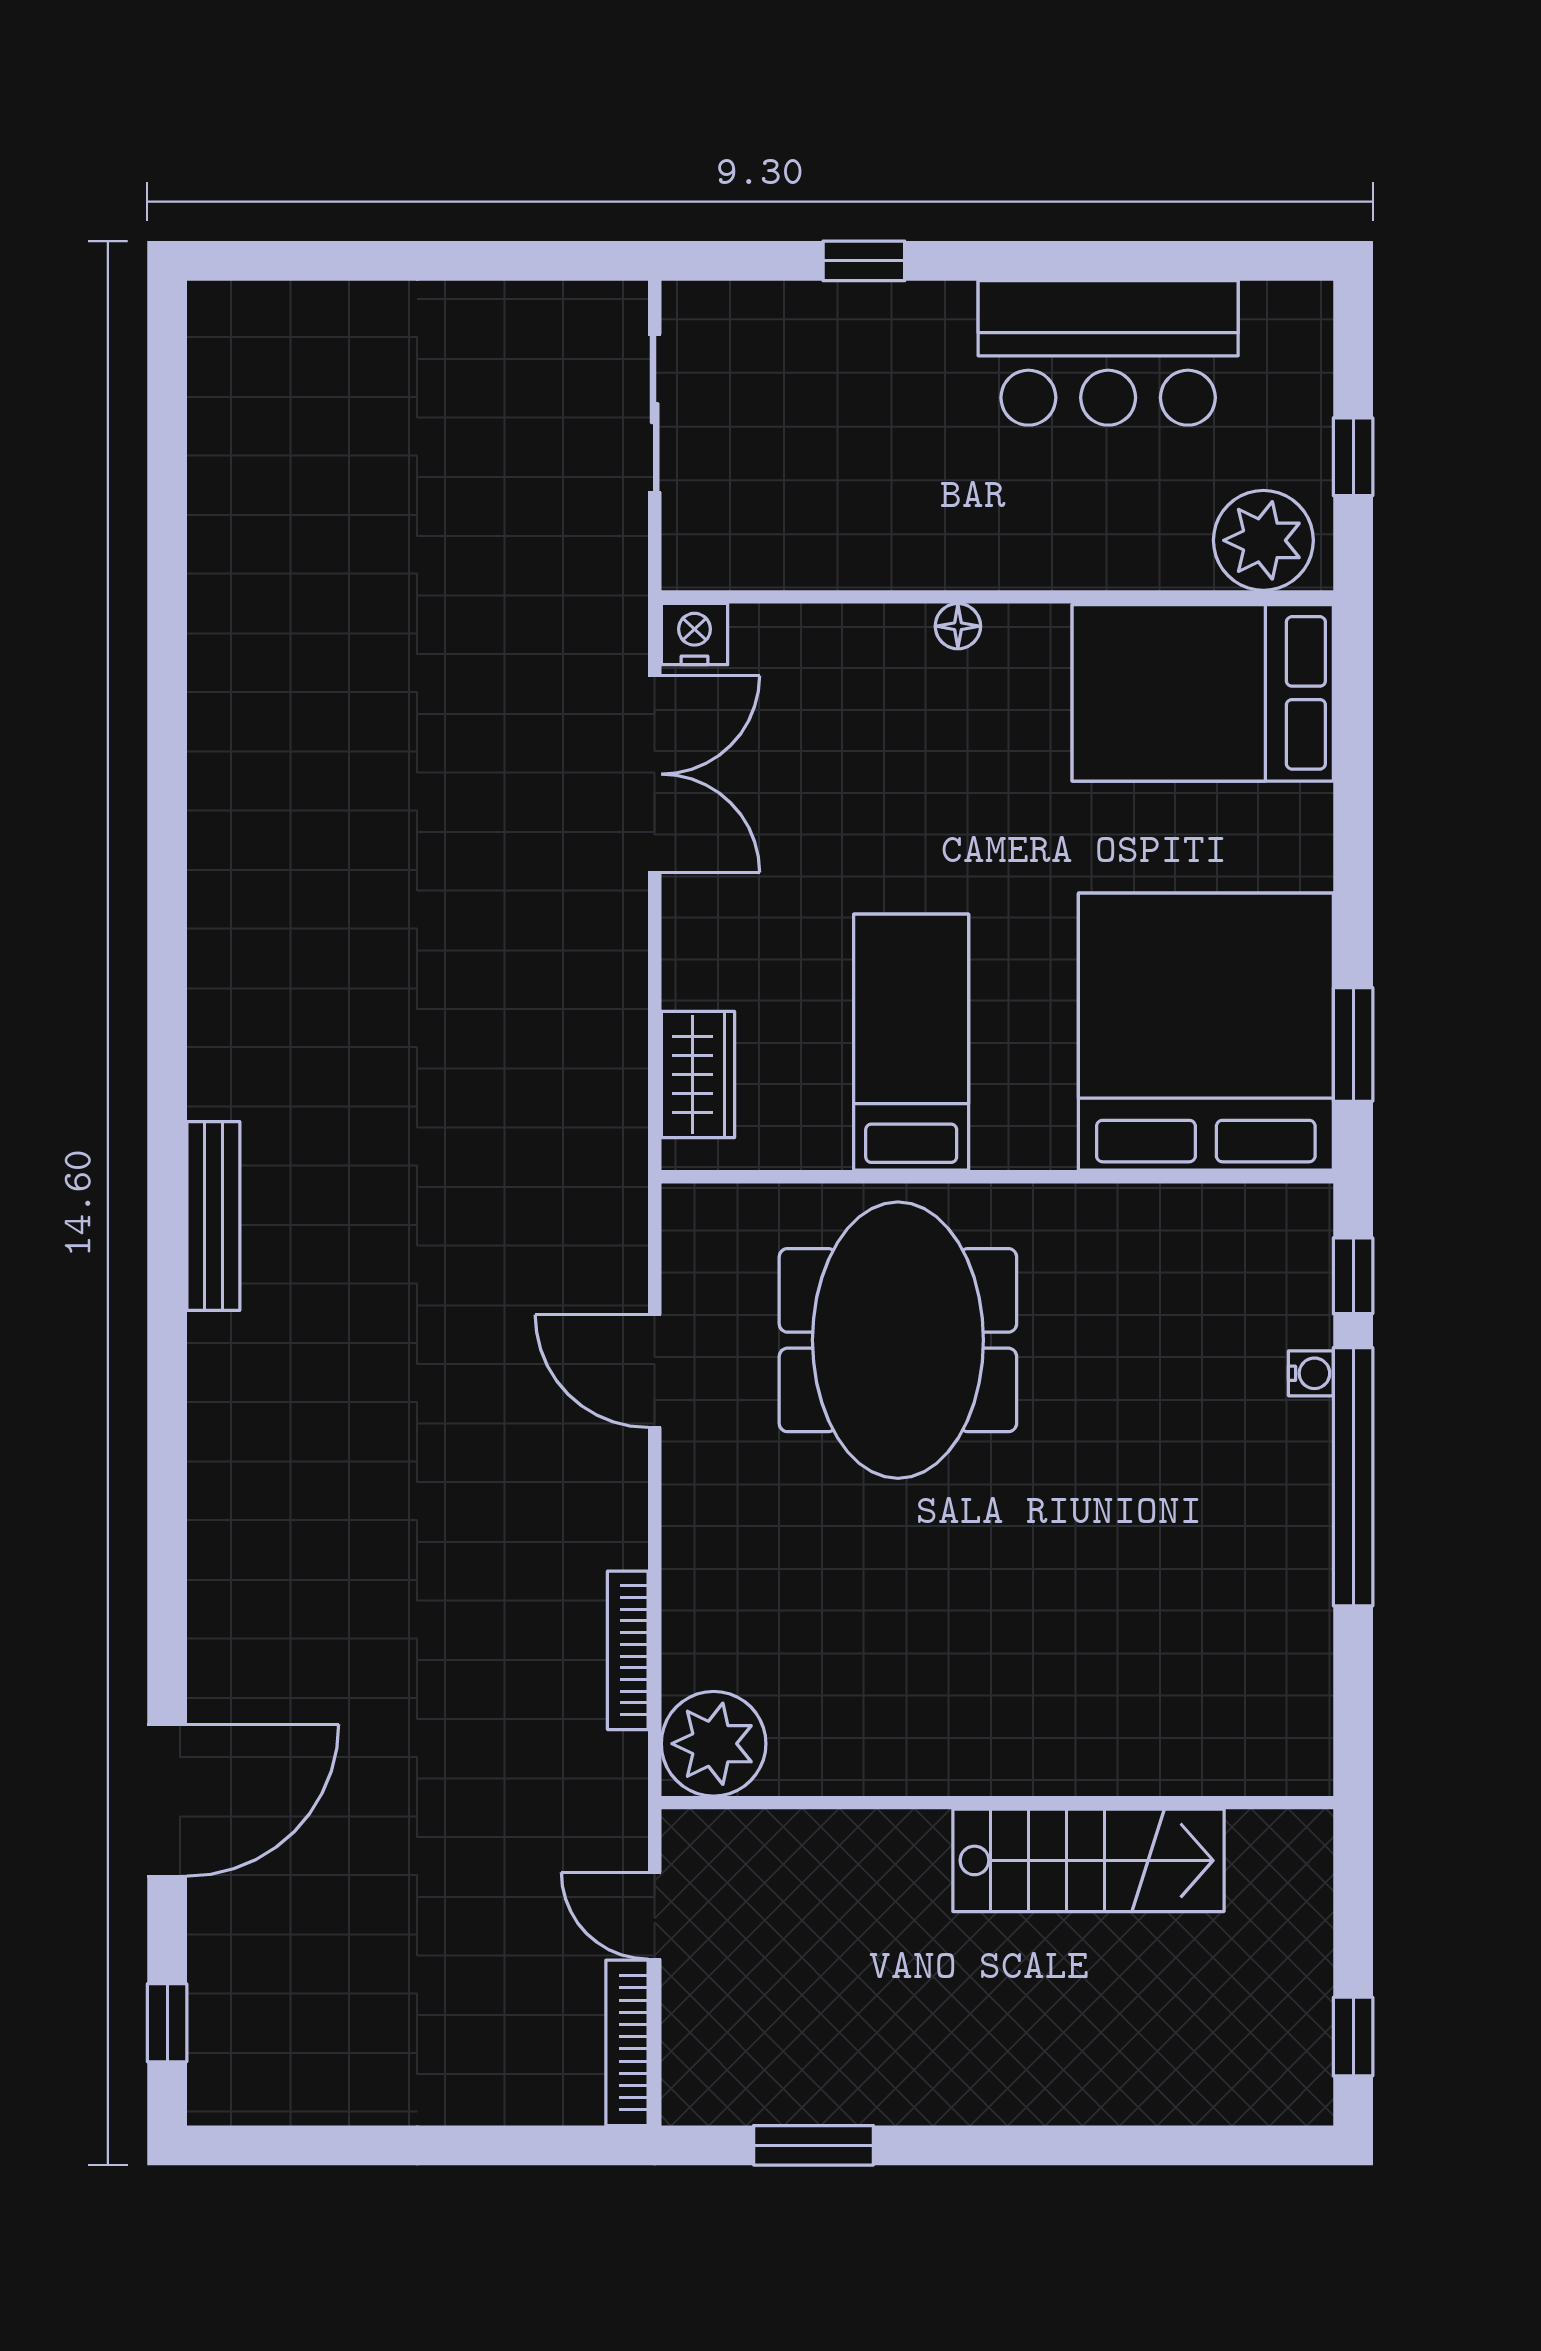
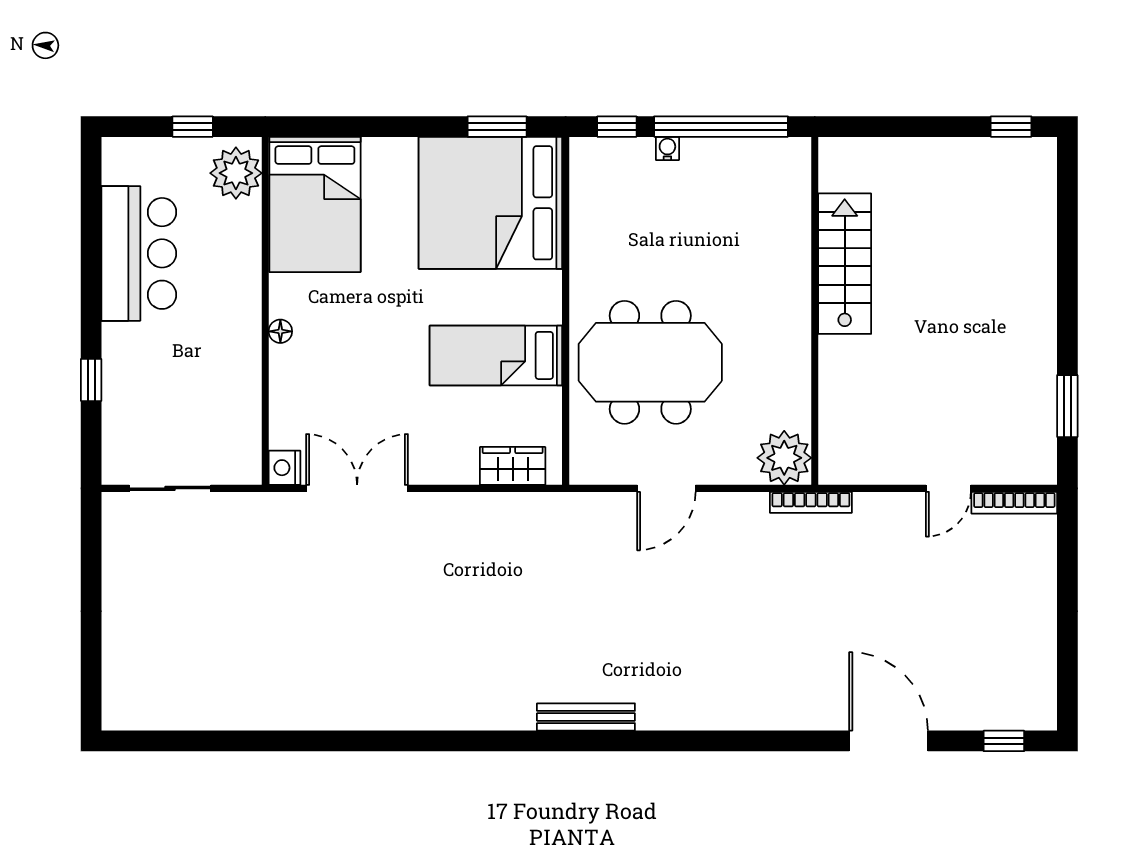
plant: (714, 1744) -> (784, 458), moved
wall: (997, 1803) -> (815, 311), moved
stairs: (1088, 1860) -> (845, 264), moved

